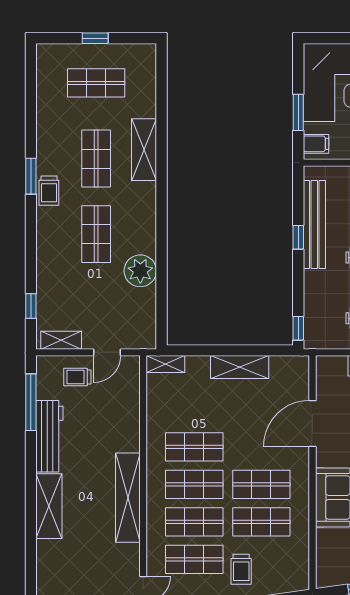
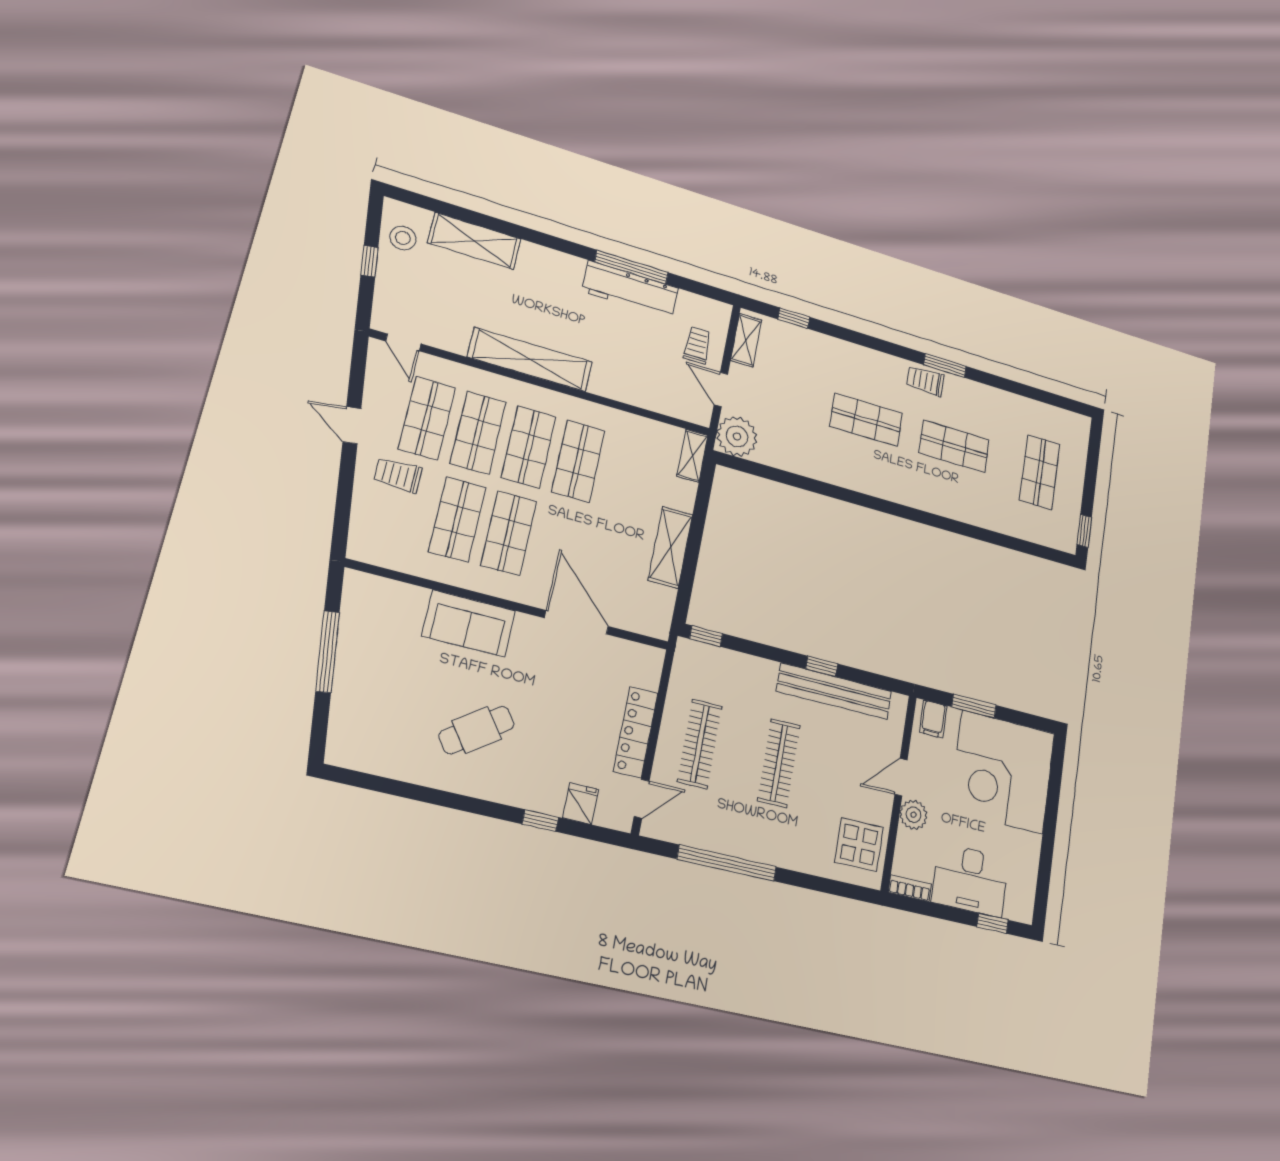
window: (95, 38) -> (1084, 531), moved
shelving: (144, 150) -> (956, 505), removed
plant: (140, 271) -> (737, 436), moved
window: (31, 402) -> (631, 267), moved
shelving: (49, 506) -> (474, 241), moved

